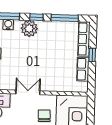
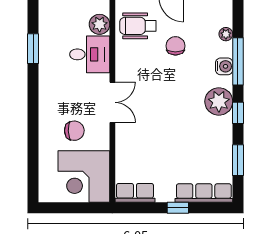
window: (65, 18) -> (238, 160), width x0.69
row of seats: (83, 69) -> (135, 193), moved

